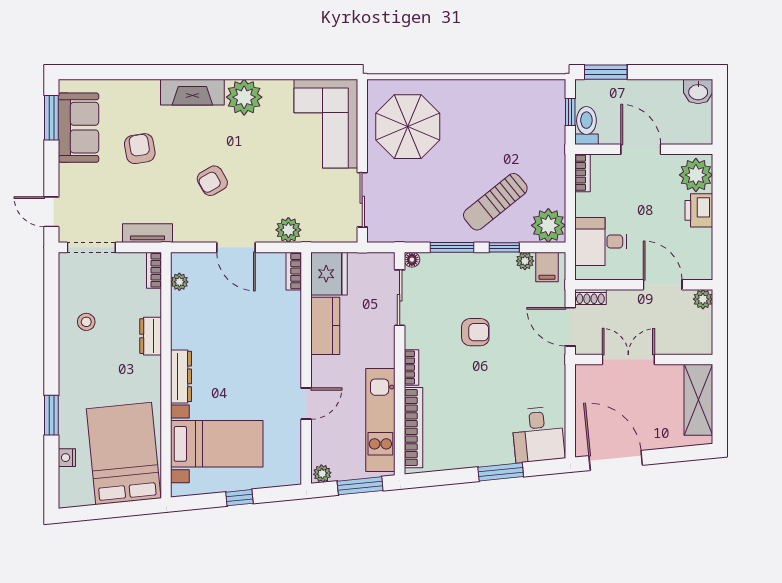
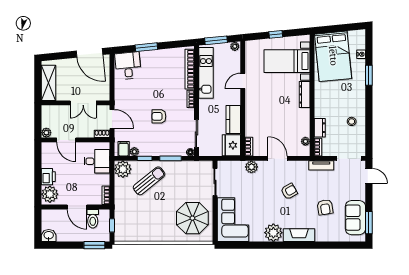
toilet: (586, 125) -> (93, 219), moved
dresser: (151, 336) -> (320, 128), moved

